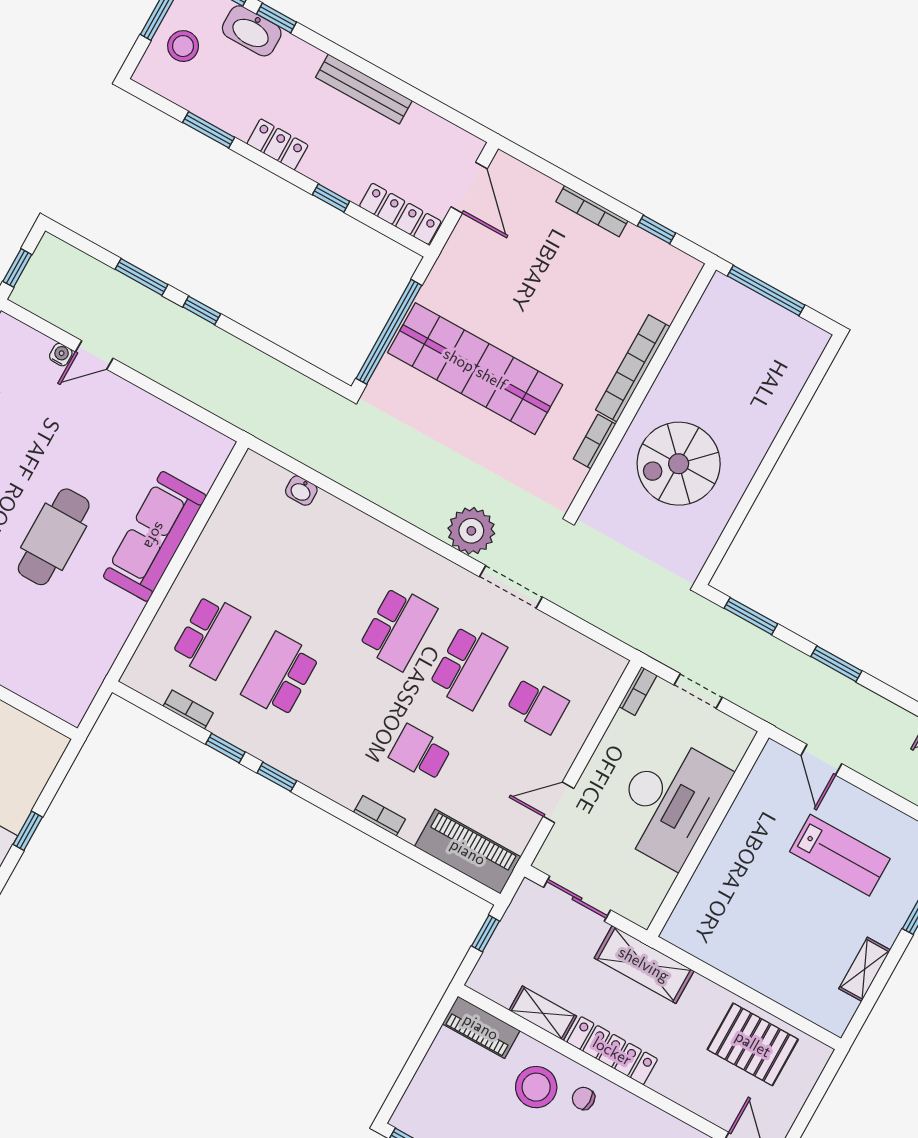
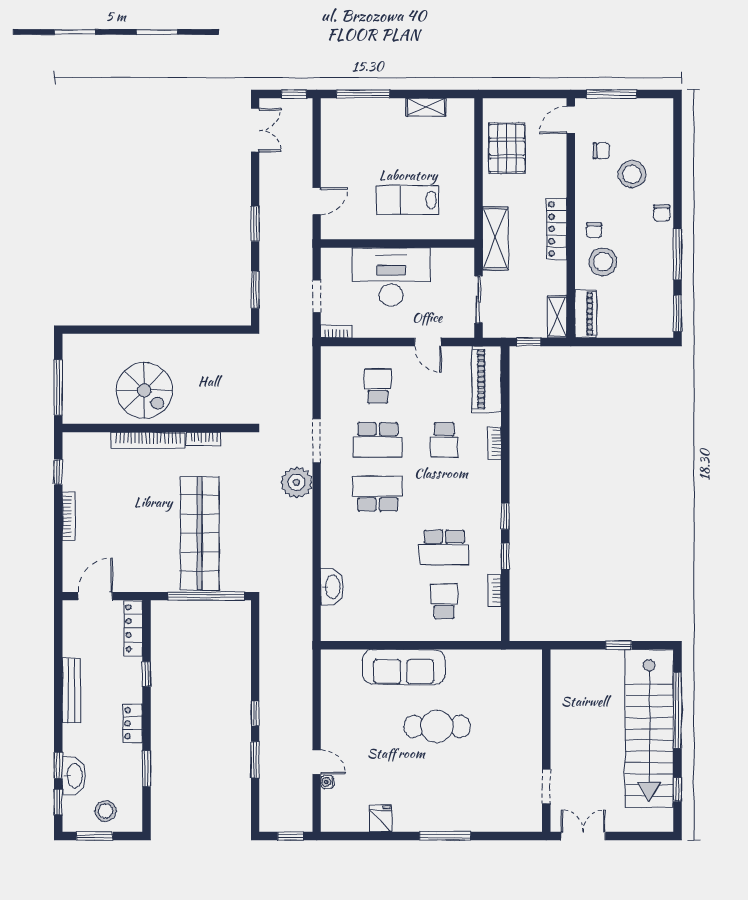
spiral stairs: (679, 464) -> (144, 390), moved
washbasin: (301, 491) -> (332, 587), width x1.91, depth x1.45
school desk: (211, 636) -> (444, 601), width x0.54
school desk: (468, 667) -> (378, 440), turned 180
lab bench: (840, 855) -> (408, 200), moved, turned -90
shelving: (543, 1013) -> (557, 317), moved

